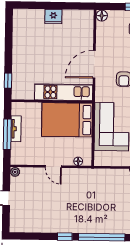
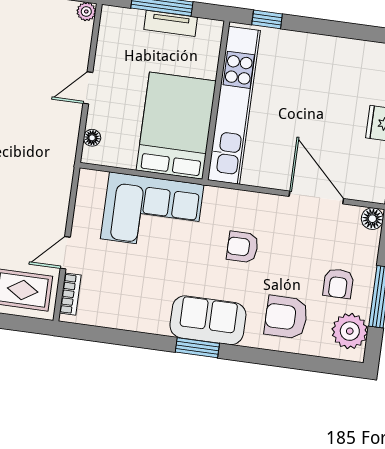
door: (94, 64) -> (316, 197), moved
kitchen unit: (64, 92) -> (234, 105), width x1.36

